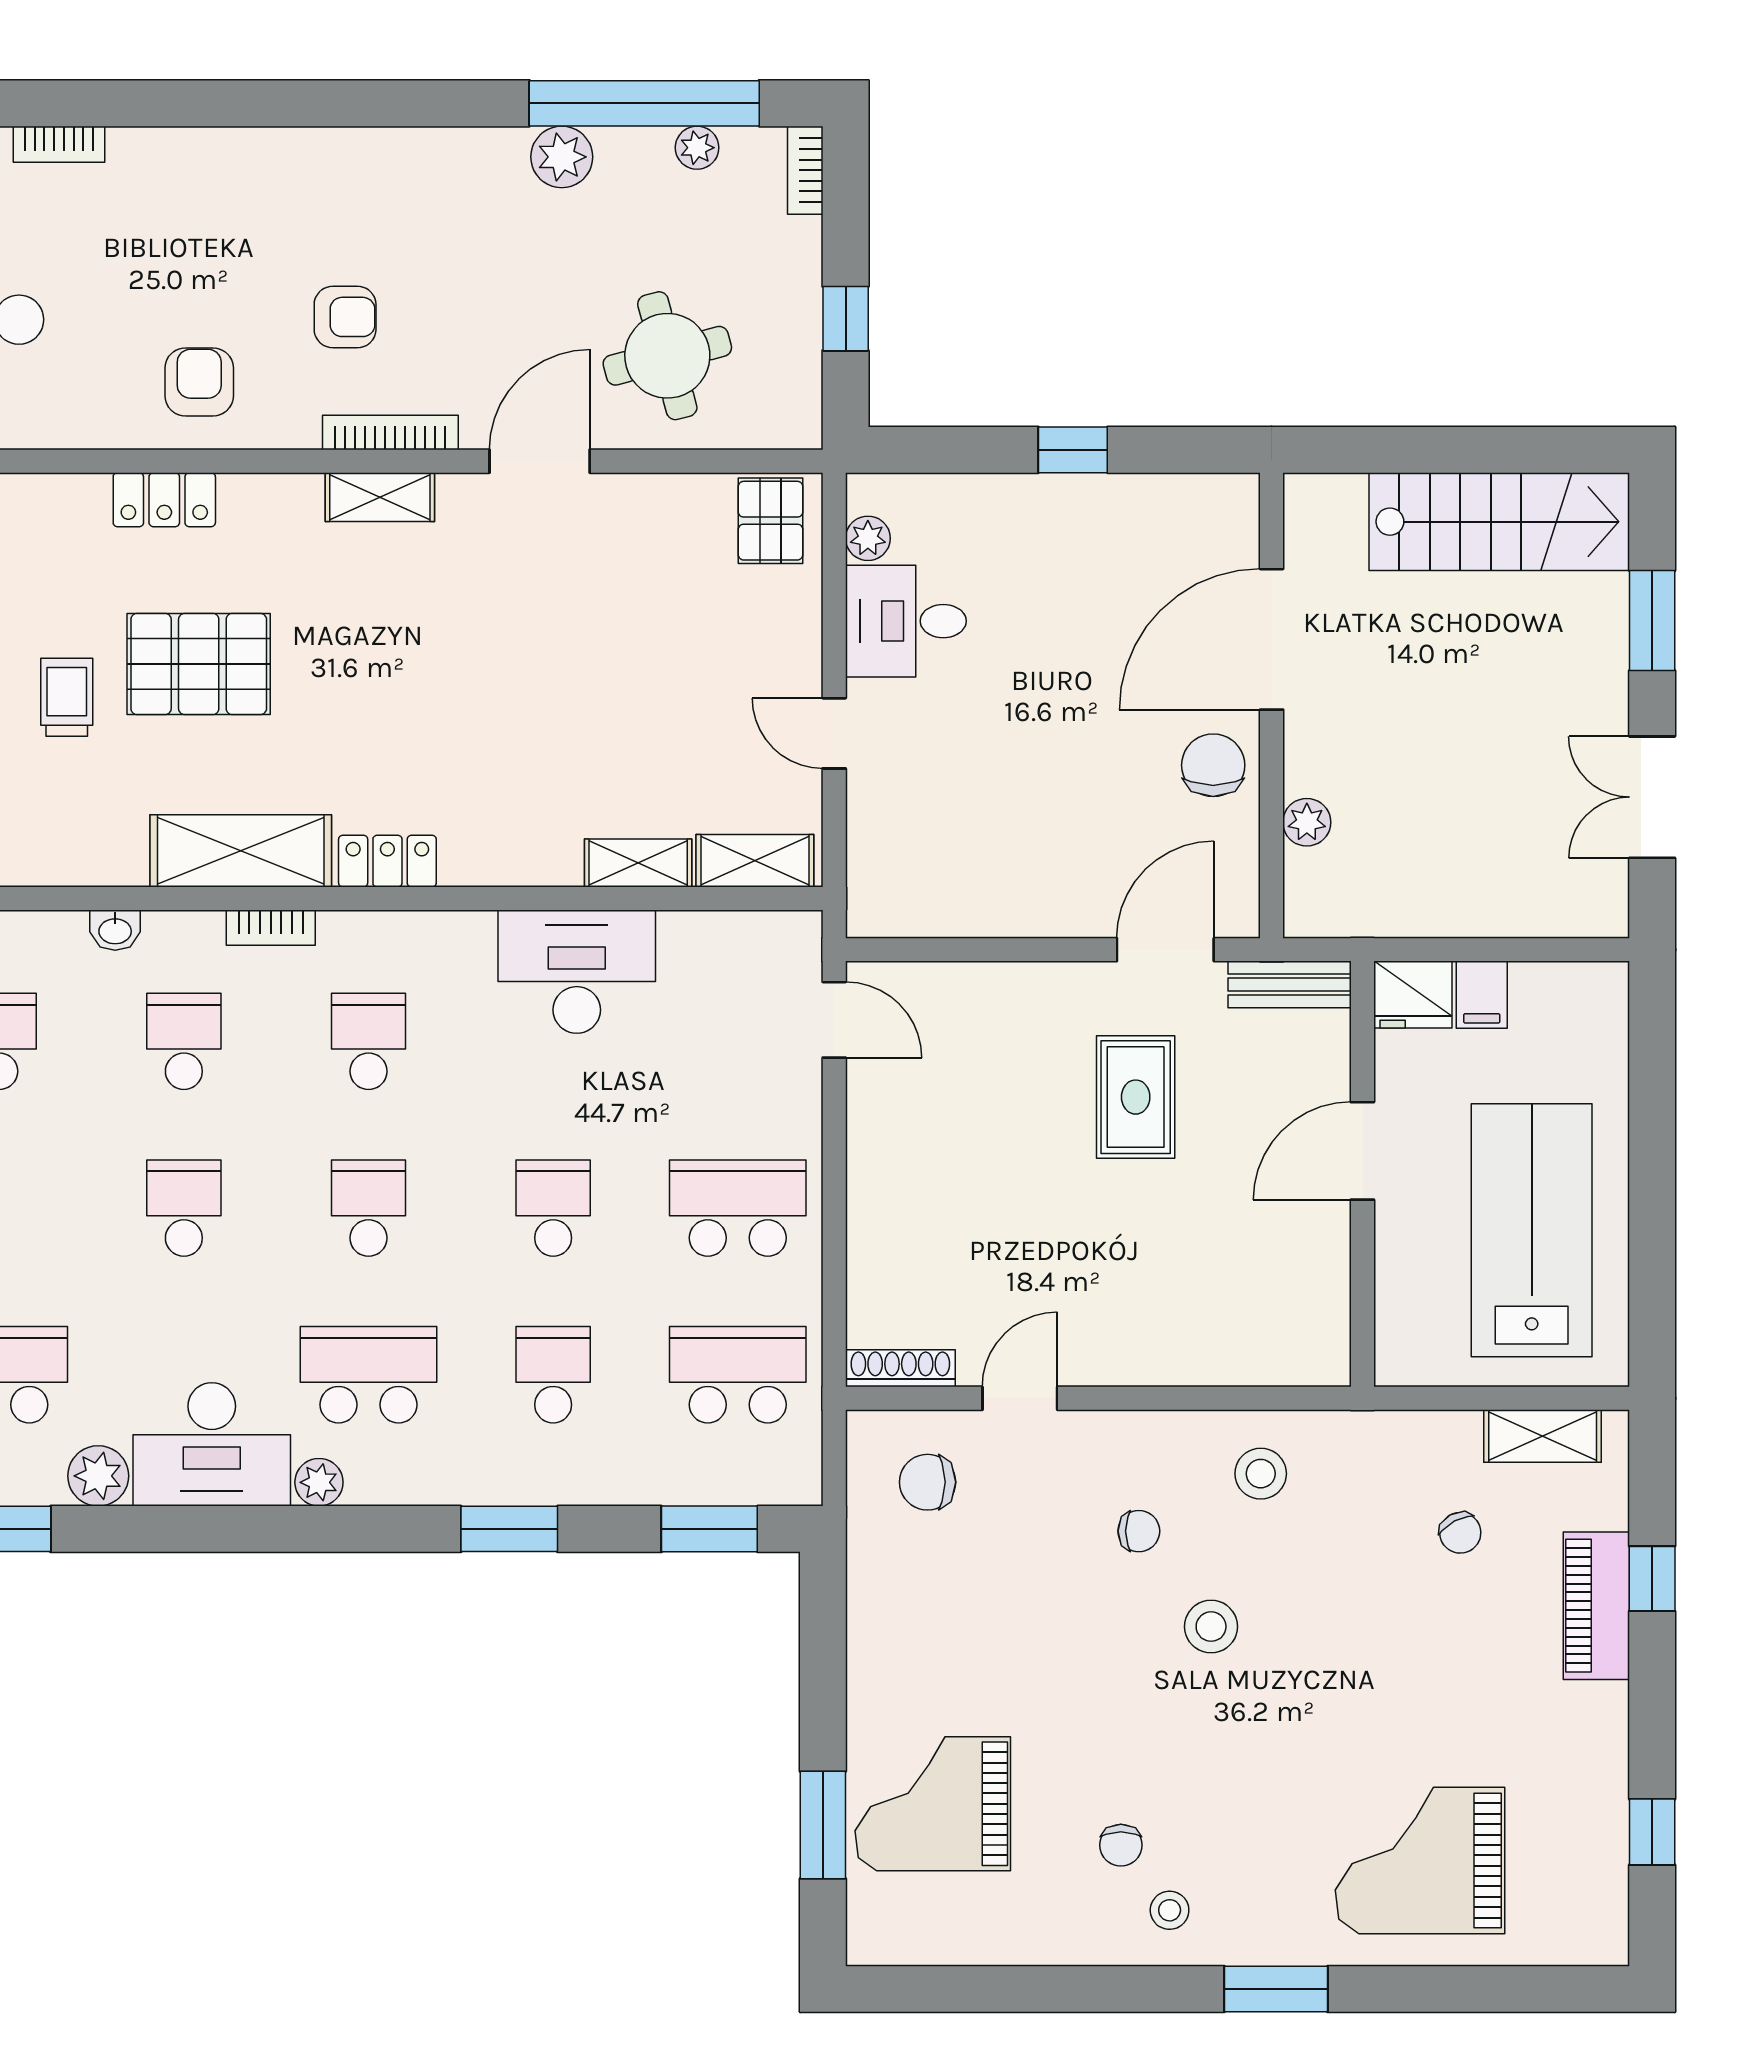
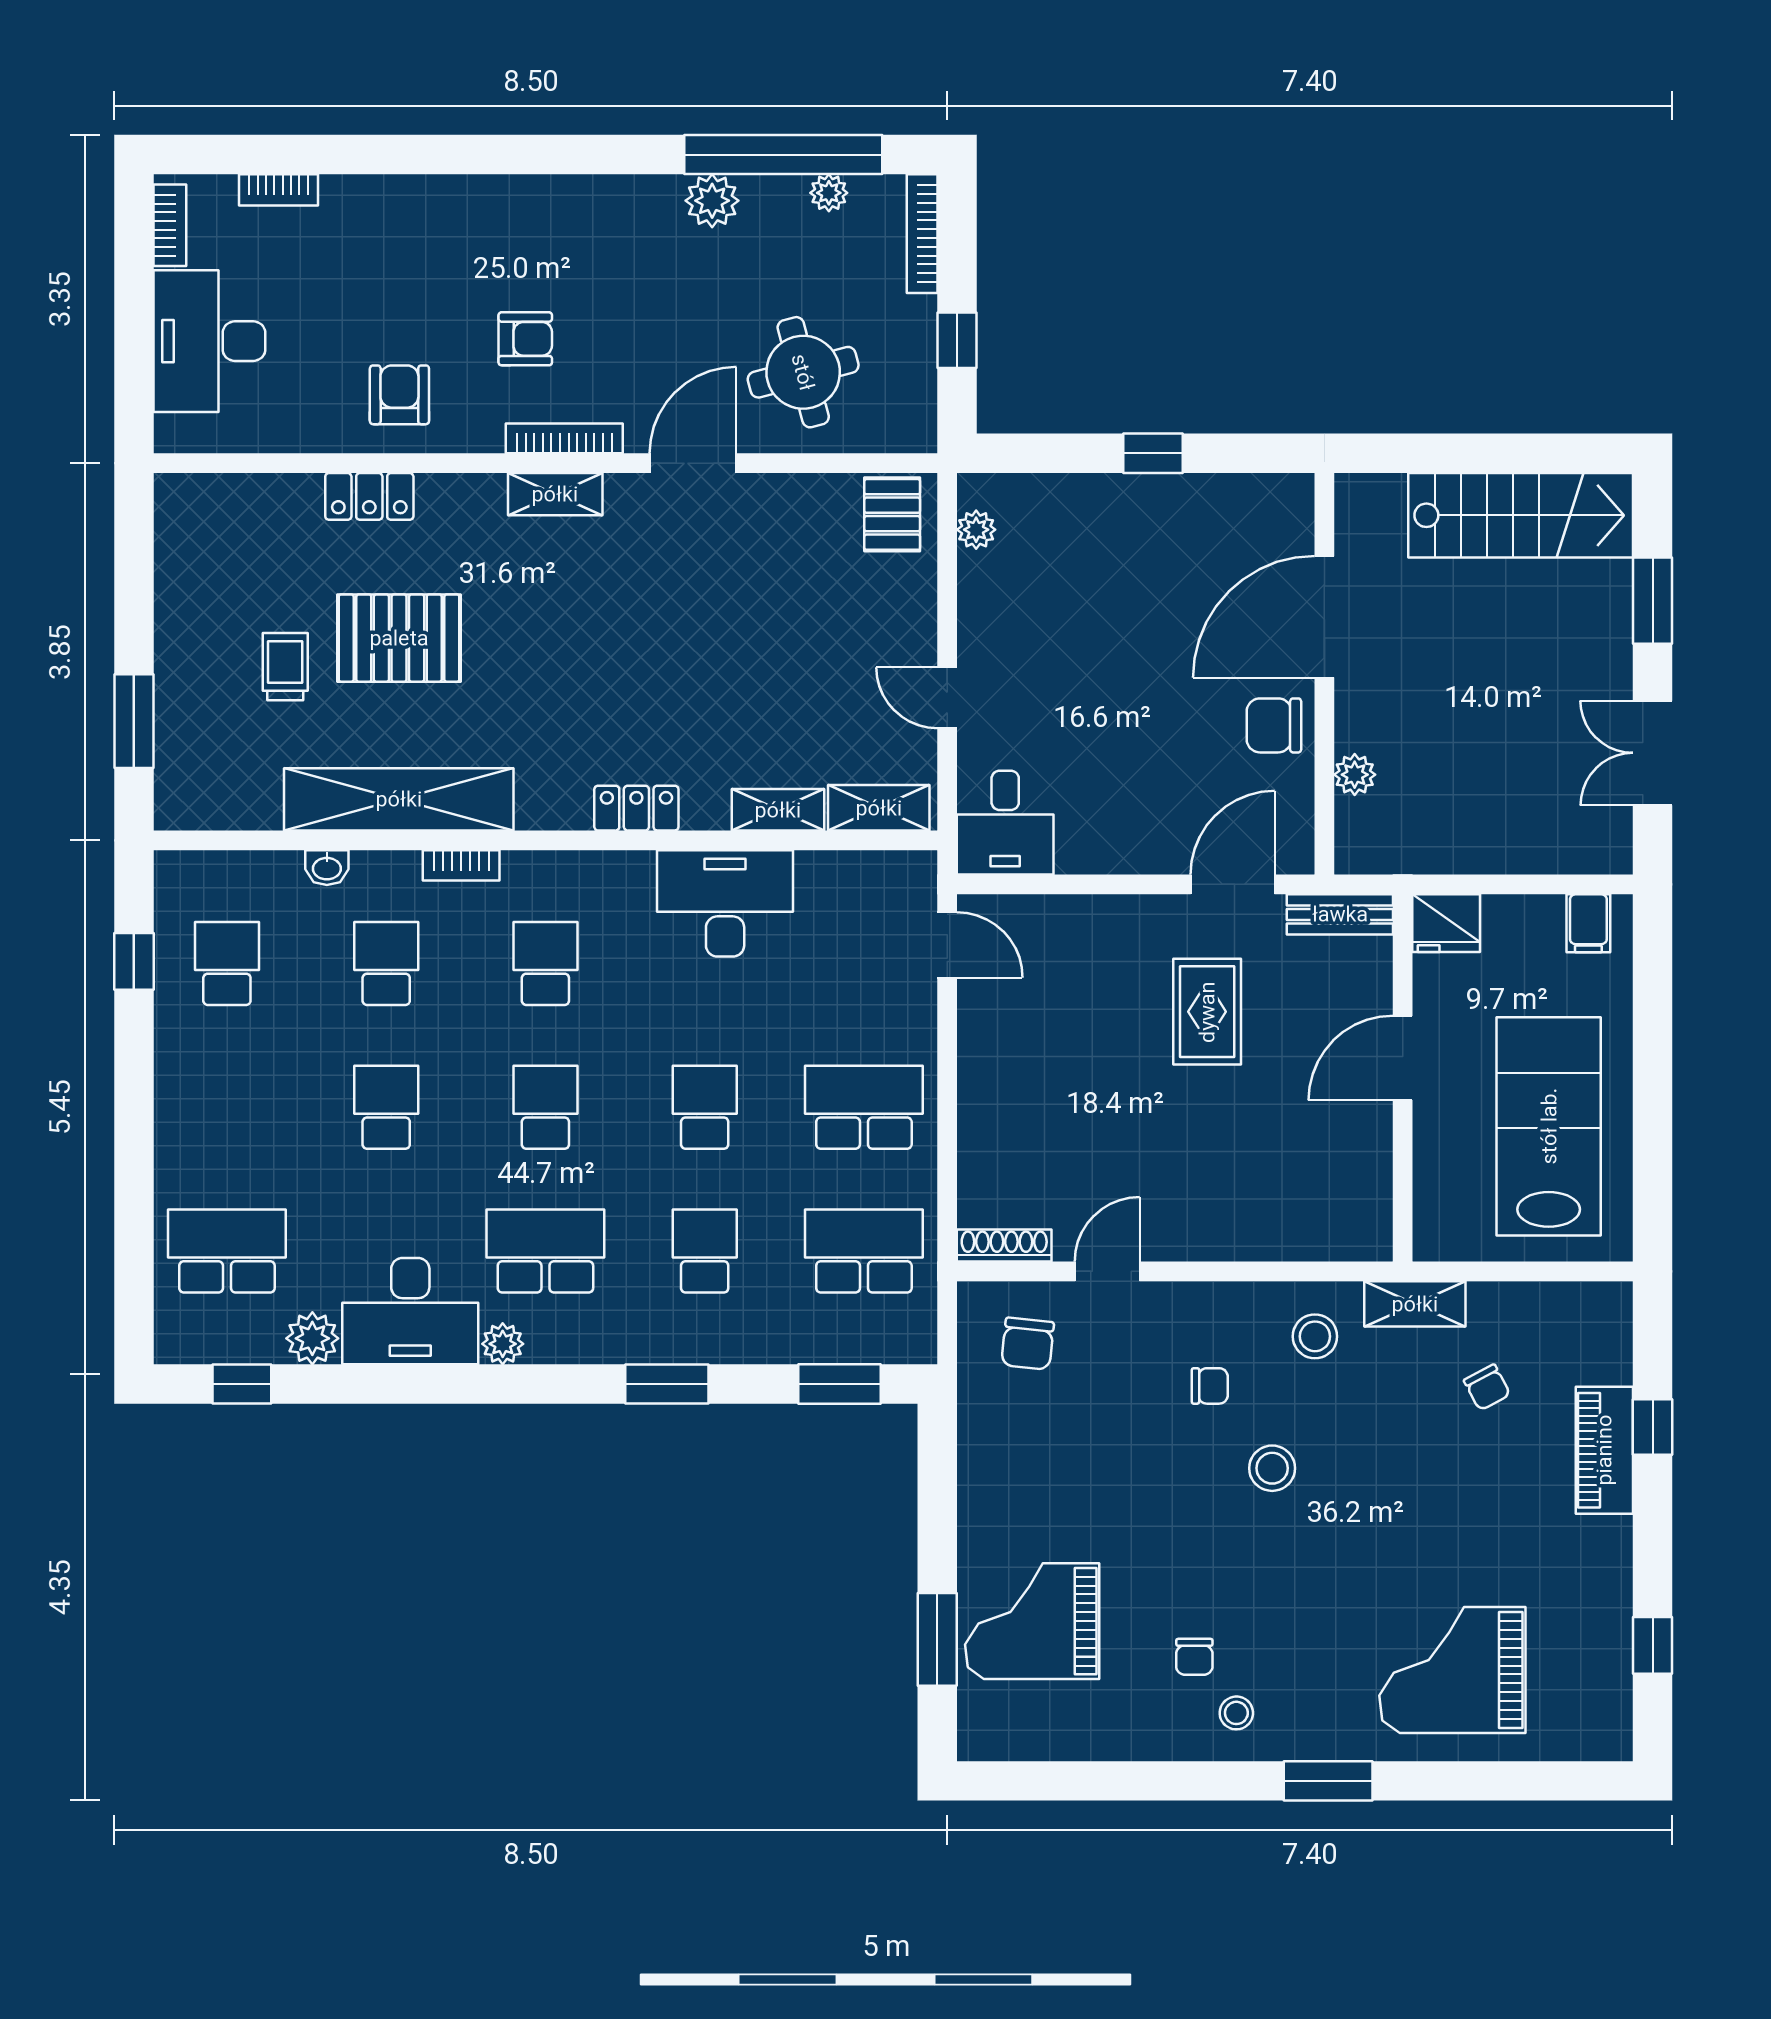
bookcase: (805, 170) -> (922, 234), width x1.56
desk: (906, 621) -> (1005, 823), moved, turned -90
chair: (1213, 765) -> (1274, 725), turned -90
shelving: (241, 851) -> (399, 799), width x1.47
locker: (387, 861) -> (636, 808), moved
filing cabinet: (1482, 995) -> (1588, 923), moved
shelving: (1543, 1436) -> (1415, 1304), moved
chair: (928, 1482) -> (1028, 1344), turned -84

